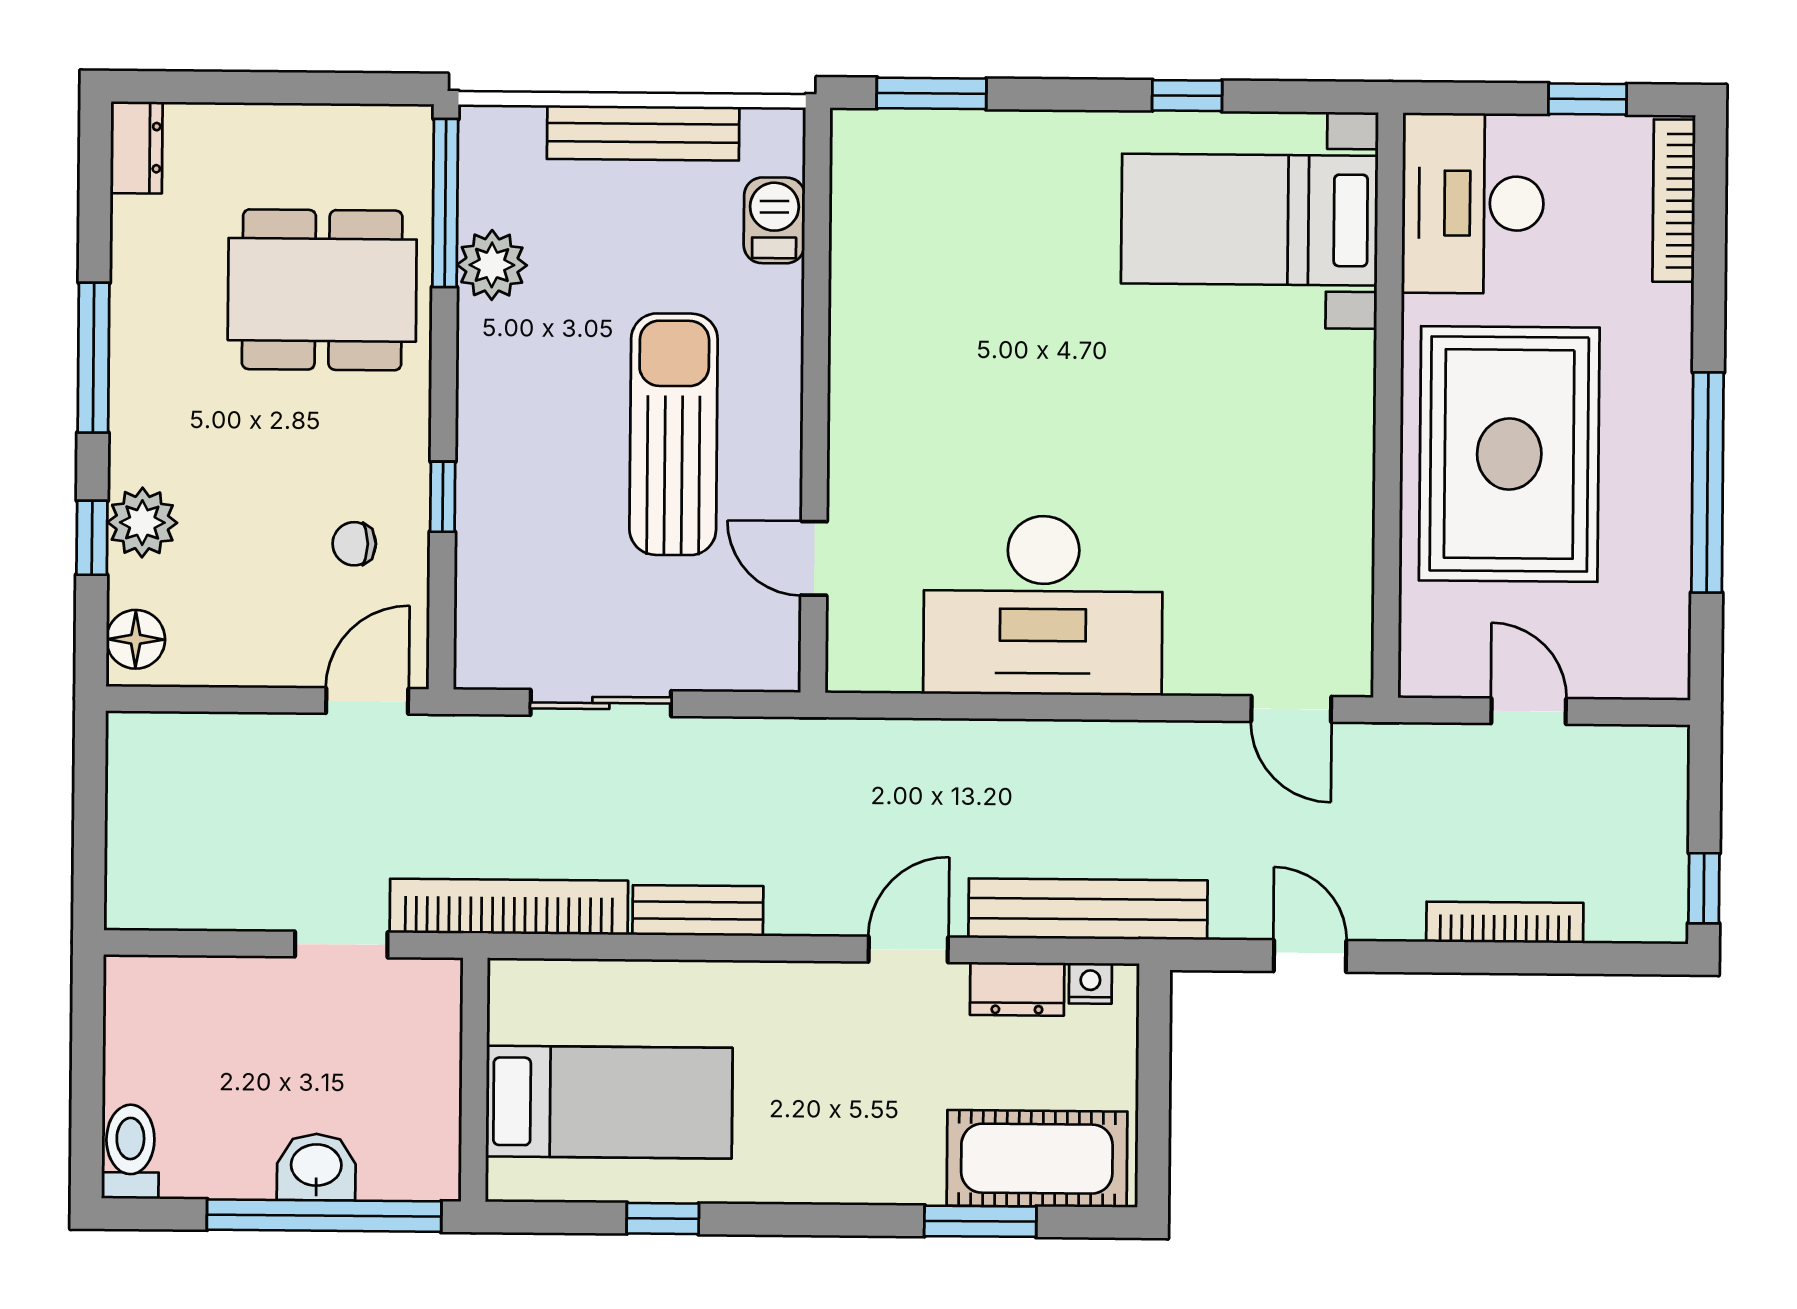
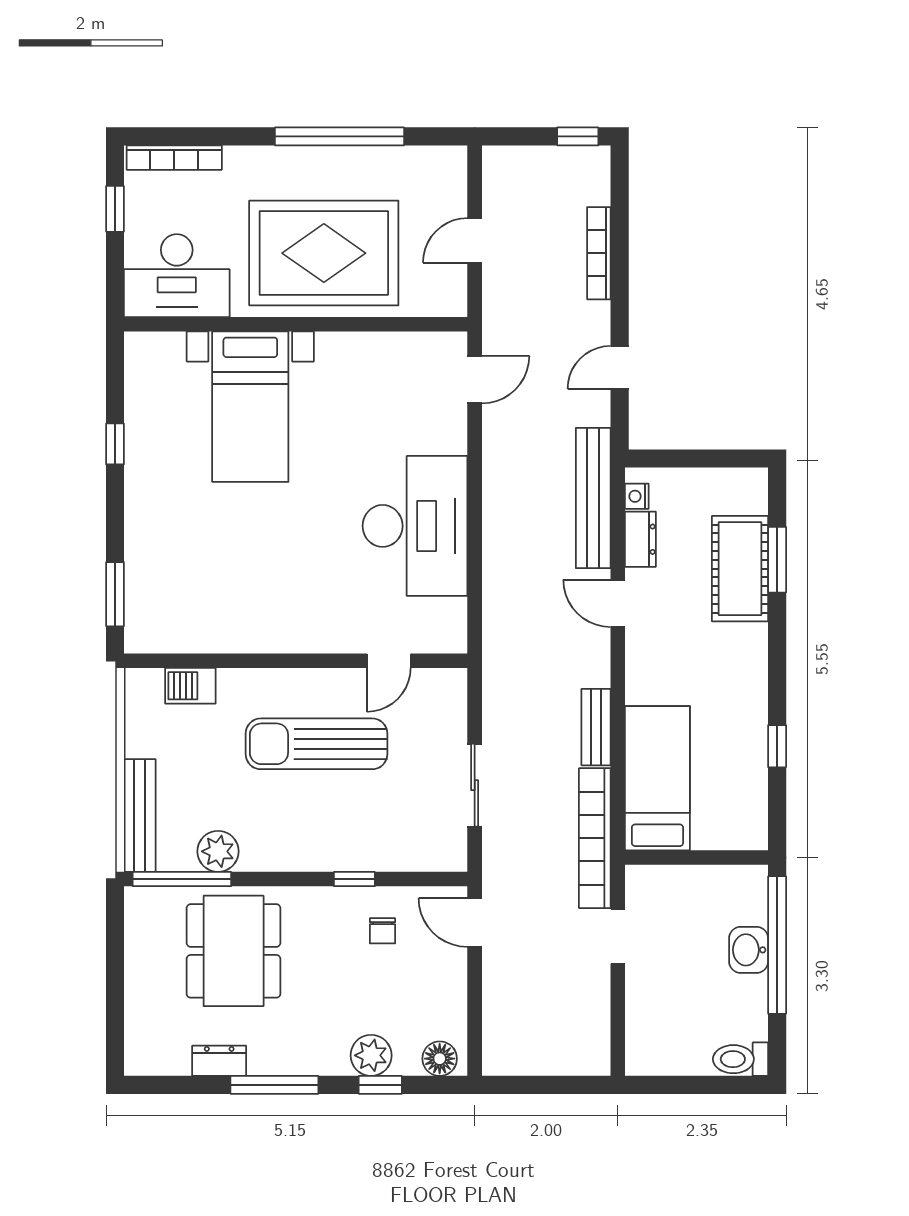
bench: (643, 133) -> (140, 816), moved
dresser: (136, 147) -> (219, 1061), moved
bed with nightstands: (1250, 220) -> (250, 407), moved
bed: (609, 1102) -> (657, 778), moved
cot: (1037, 1159) -> (740, 569), moved

